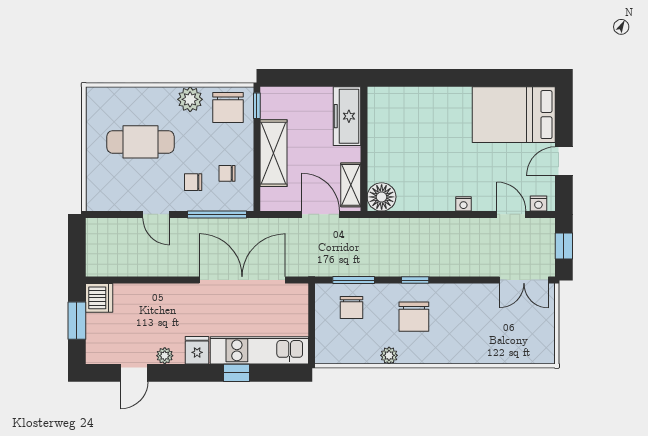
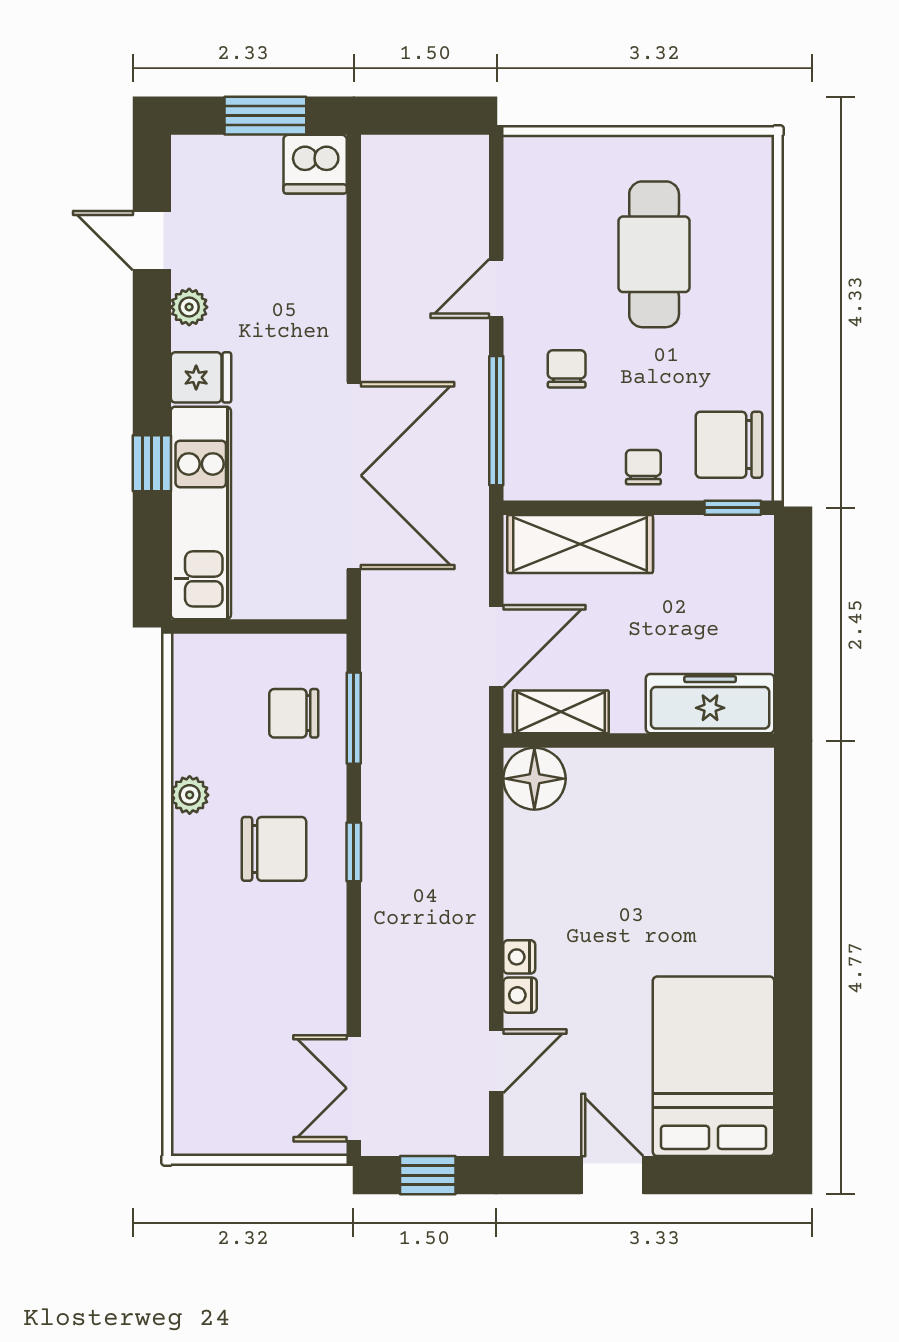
plant: (190, 99) -> (747, 362), removed
shelving: (274, 153) -> (580, 544), moved
chair: (227, 173) -> (643, 467), moved
nightstand: (538, 204) -> (520, 995), moved
chair: (414, 317) -> (274, 849), turned 180

